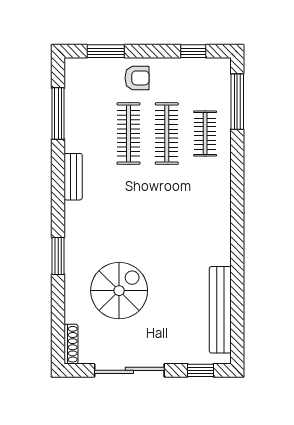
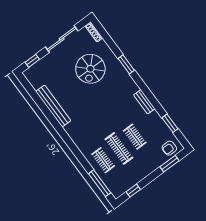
armchair: (137, 78) -> (169, 148), moved
window: (58, 114) -> (170, 123), width x0.69
clothes rail: (128, 134) -> (135, 137), width x0.73
bench: (220, 310) -> (53, 106), moved

